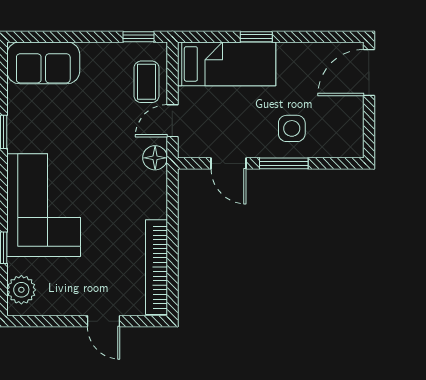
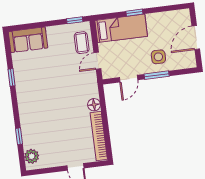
door: (369, 73) -> (196, 38), moved
floor lamp: (155, 158) -> (94, 105), moved
door: (228, 163) -> (129, 79), hinge flipped
corner sofa: (44, 205) -> (37, 112), removed

